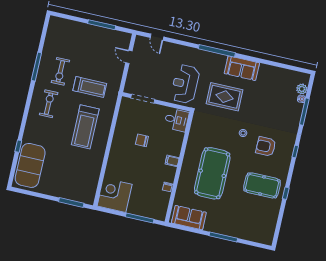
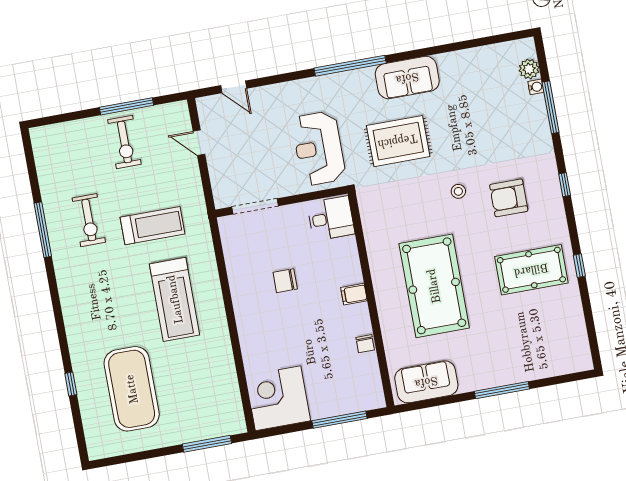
exercise bike: (49, 104) -> (124, 142), moved, turned 180
exercise mat: (30, 165) -> (132, 389), moved

